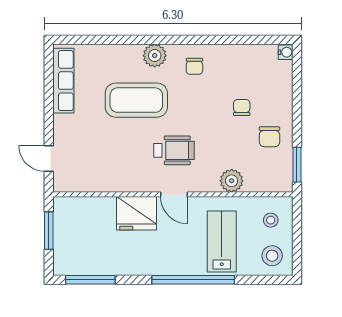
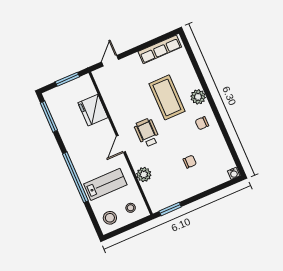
chair: (269, 137) -> (180, 186), removed
wheelchair: (174, 150) -> (147, 133), turned 180
fridge: (136, 213) -> (93, 110), moved

